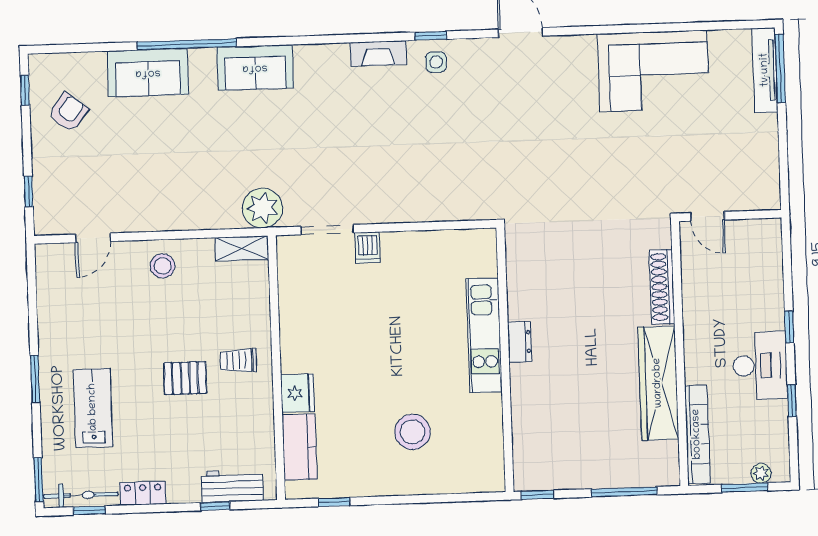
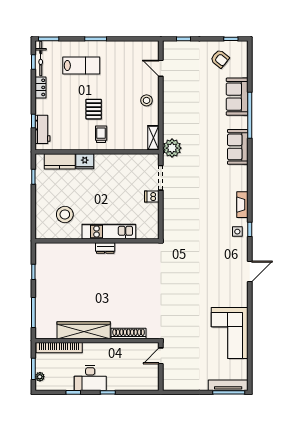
kitchen unit: (484, 335) -> (109, 232), moved
dresser: (520, 342) -> (105, 248), moved
wall: (505, 360) -> (97, 241), moved

